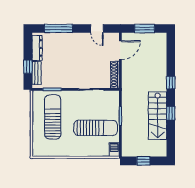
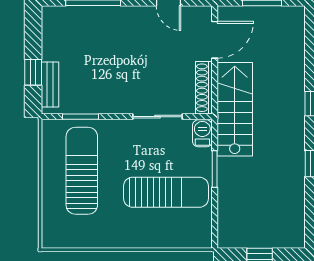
dresser: (37, 48) -> (51, 35), removed
stairs: (158, 116) -> (235, 109), moved, turned 180
barbecue: (114, 150) -> (202, 133), moved

